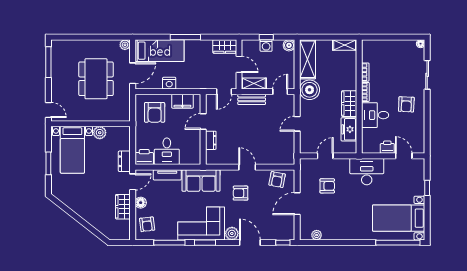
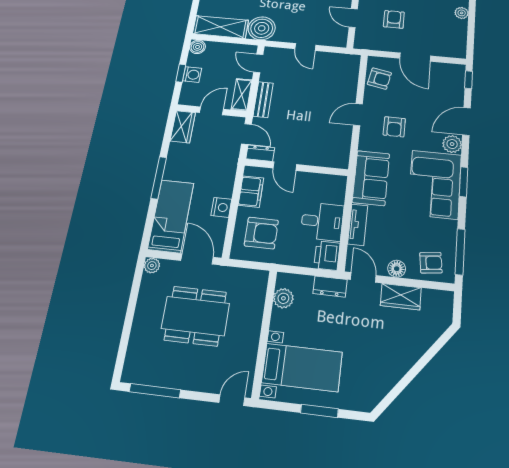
plant: (100, 133) -> (283, 298), moved
dresser: (211, 140) -> (260, 153), moved
plant: (317, 235) -> (462, 13), moved
window: (169, 243) -> (460, 252), moved

